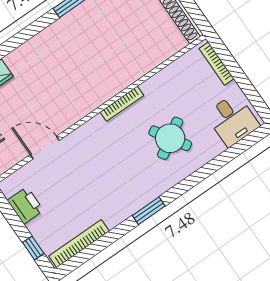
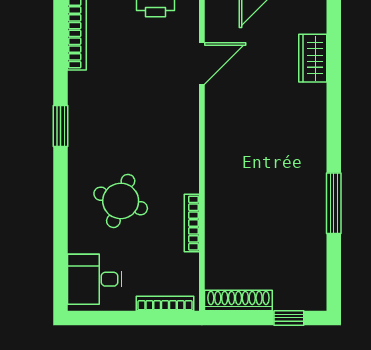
bookcase: (122, 104) -> (192, 223), moved
round table: (170, 138) -> (121, 201), turned -38

